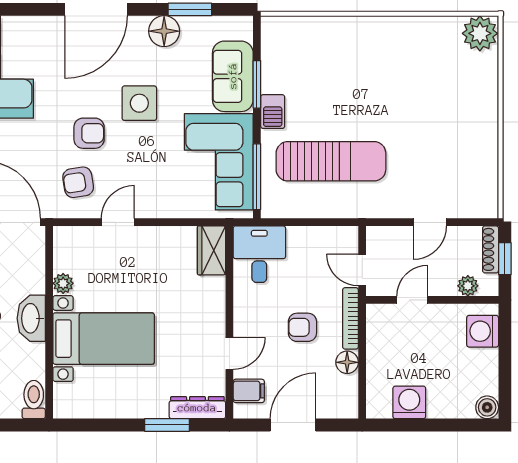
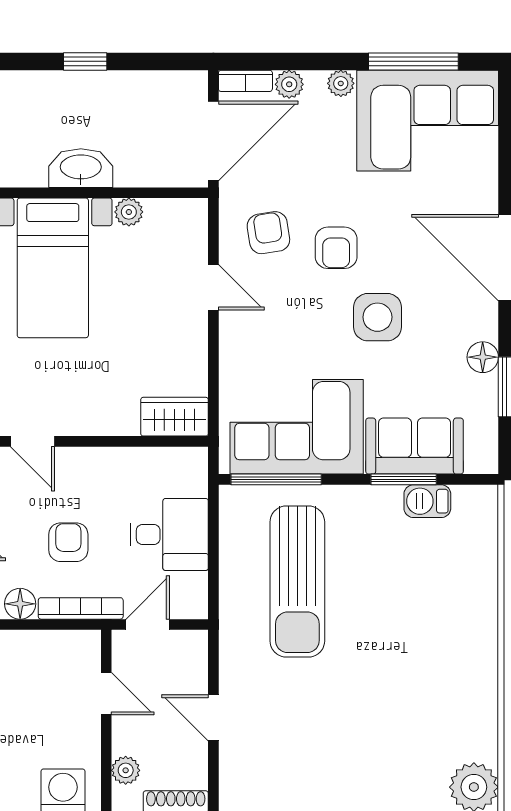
floor lamp: (164, 31) -> (483, 357), width x0.73, depth x0.73
barbecue: (273, 112) -> (427, 501), moved
desk: (259, 254) -> (169, 534), moved

